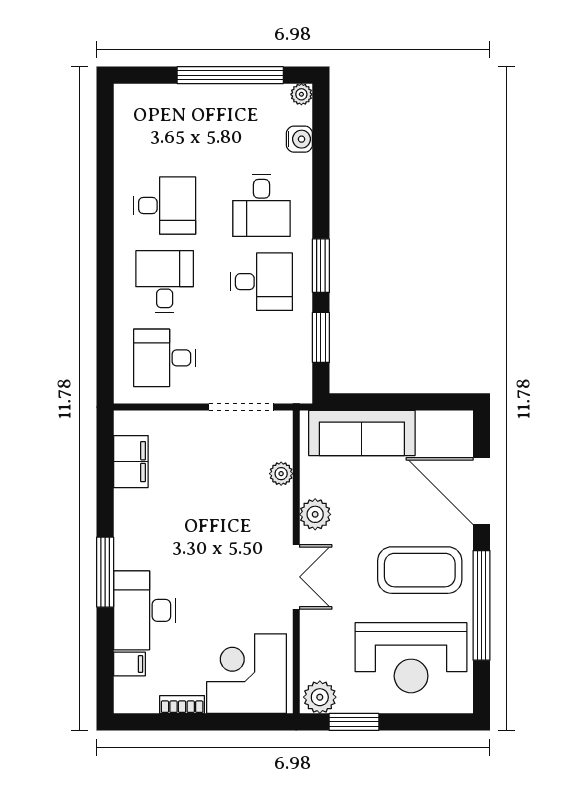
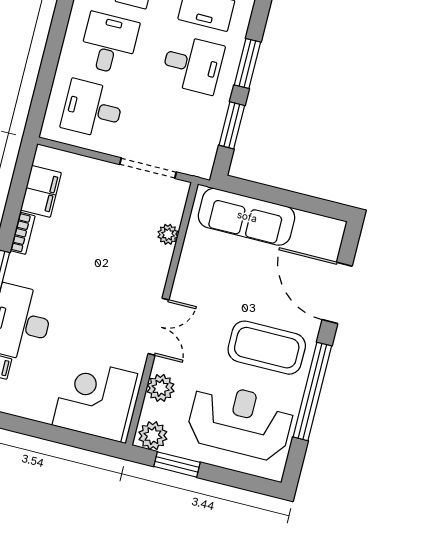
plant: (315, 514) -> (161, 388), moved
reception desk: (411, 658) -> (240, 421), turned 180
bookcase: (182, 705) -> (23, 233), moved, turned 90

